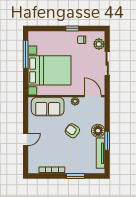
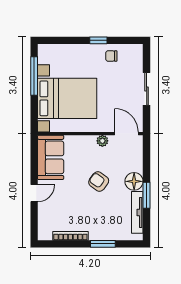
plant: (99, 44) -> (135, 62), removed
sofa: (48, 106) -> (51, 157), moved, turned -90

